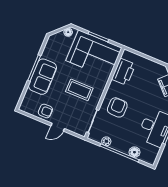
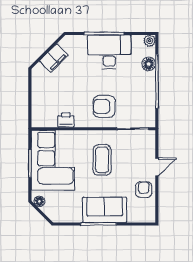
printer: (124, 72) -> (66, 120), width x0.53, depth x0.68
door: (58, 127) -> (157, 167), hinge flipped
plant: (106, 141) -> (150, 41), moved

